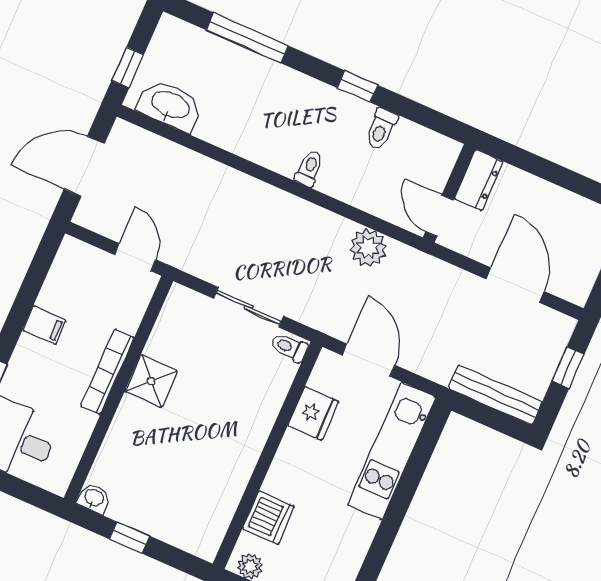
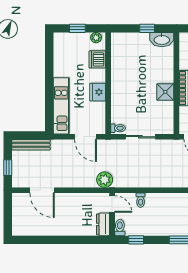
dresser: (479, 180) -> (103, 224), moved
wall: (449, 193) -> (112, 214), moved
door: (439, 216) -> (112, 204), moved
fridge: (313, 413) -> (98, 92), moved
washbasin: (94, 498) -> (162, 40), width x1.91, depth x1.45

